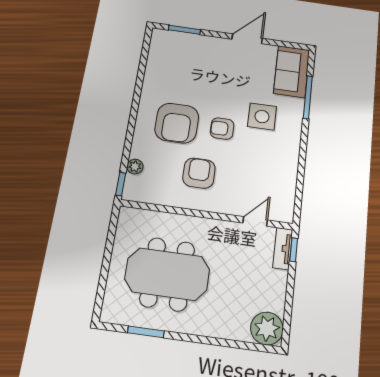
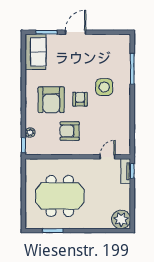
door: (247, 39) -> (76, 32), moved
sofa: (292, 72) -> (36, 52), moved, turned 180
armchair: (222, 129) -> (80, 99), turned 90
armchair: (199, 173) -> (70, 131), turned -90

